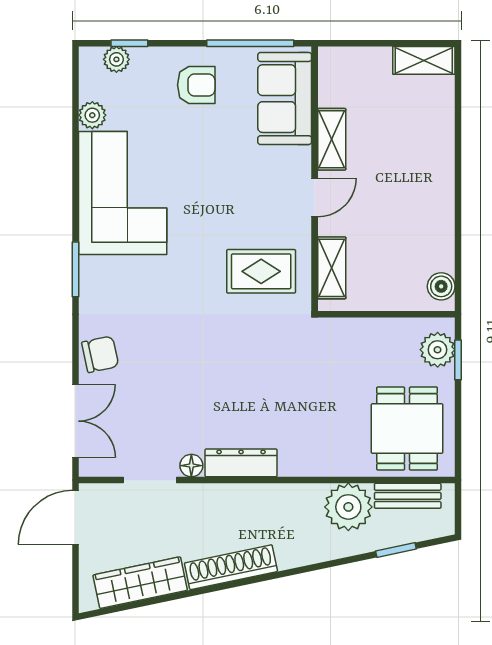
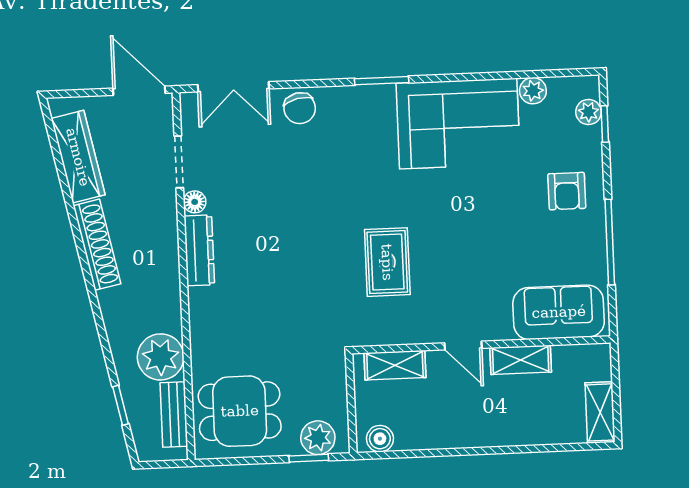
sofa: (285, 99) -> (559, 312), moved
shelving: (332, 139) -> (521, 360), moved
wall: (315, 179) -> (481, 345), moved
door: (315, 197) -> (463, 346), moved
shelving: (332, 268) -> (395, 365), moved

